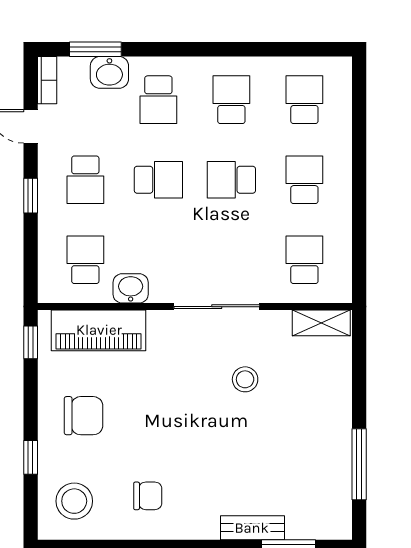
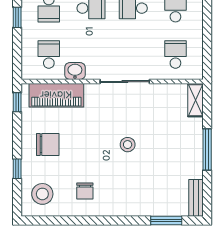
shelving: (321, 323) -> (196, 100), moved, turned 90
stool: (245, 379) -> (128, 145), moved
window: (359, 464) -> (207, 150), moved
chair: (148, 496) -> (85, 191), turned 90
bench: (252, 528) -> (196, 198), moved, turned 90

